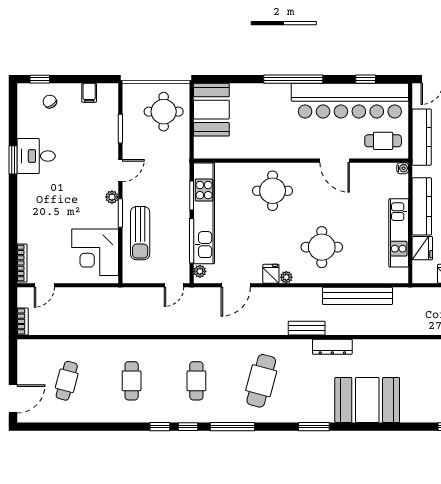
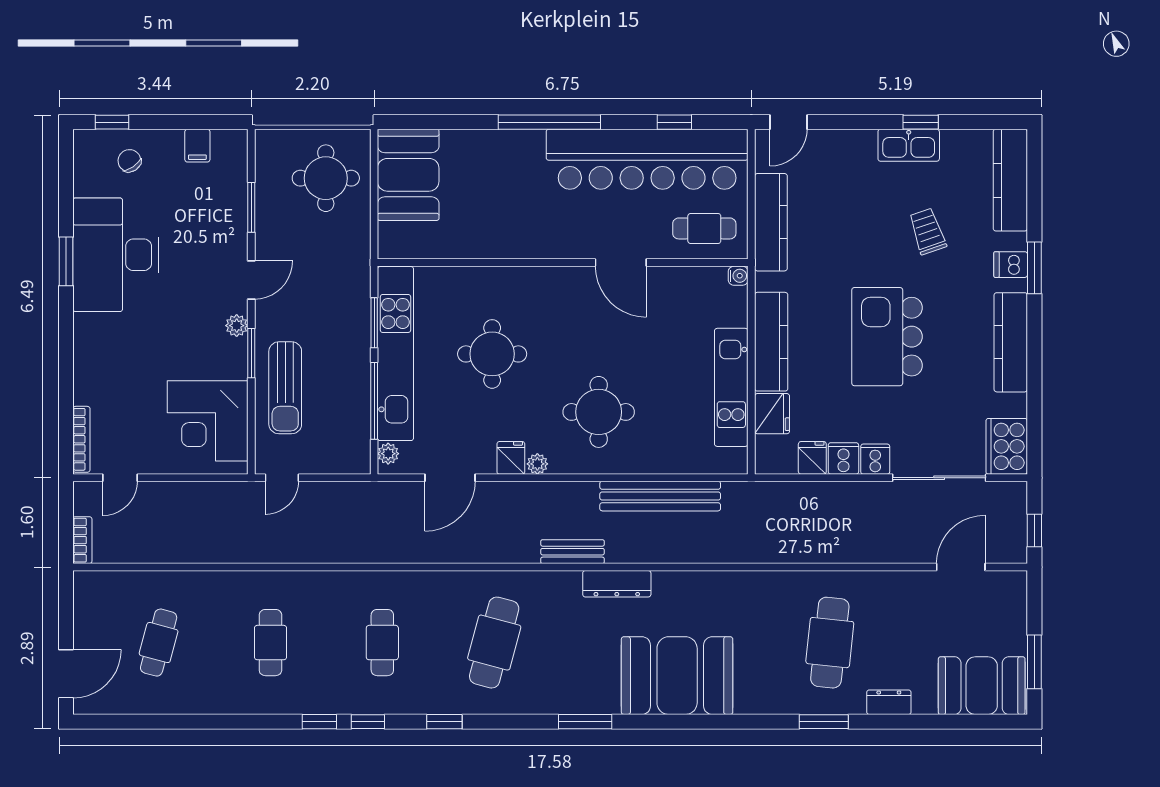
desk: (36, 156) -> (116, 255), width x1.87, depth x1.30
round table: (273, 191) -> (492, 354), moved
door: (174, 285) -> (282, 478), moved
window: (232, 427) -> (444, 722), width x0.46

